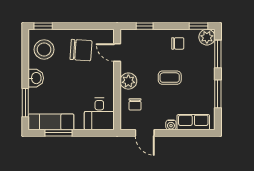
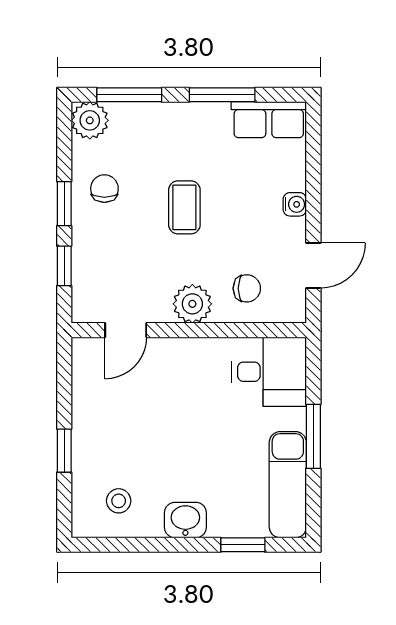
window: (43, 26) -> (64, 451), moved
window: (198, 26) -> (64, 204), moved
stool: (44, 49) -> (119, 501), width x0.53, depth x0.53
chair: (81, 50) -> (120, 415), removed
window: (25, 103) -> (243, 545), width x0.67
row of seats: (193, 122) -> (269, 120), moved, turned -90
window: (59, 133) -> (313, 436), moved

